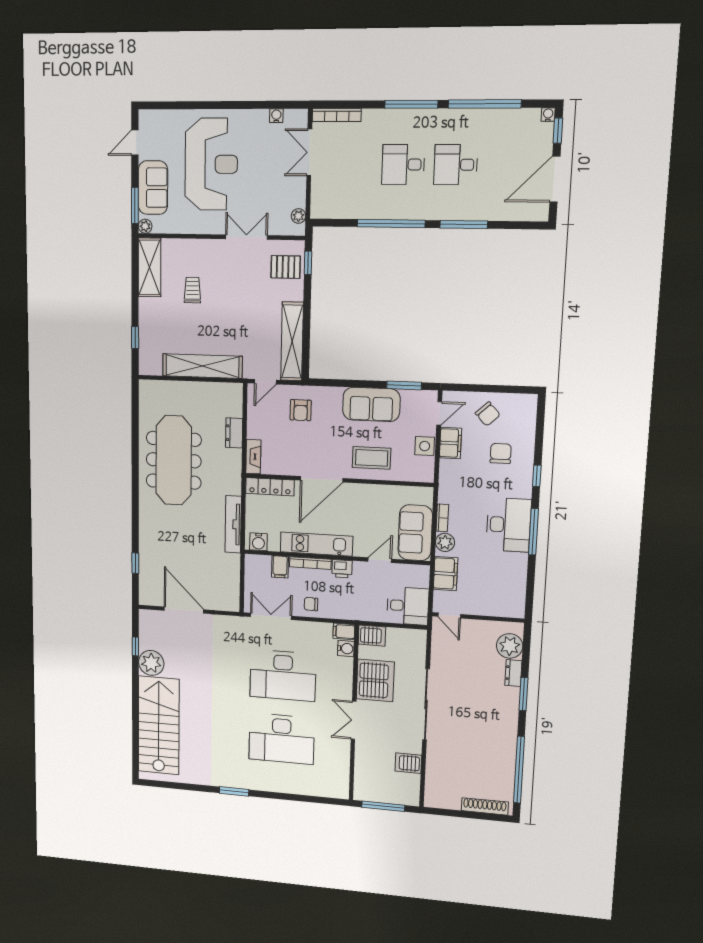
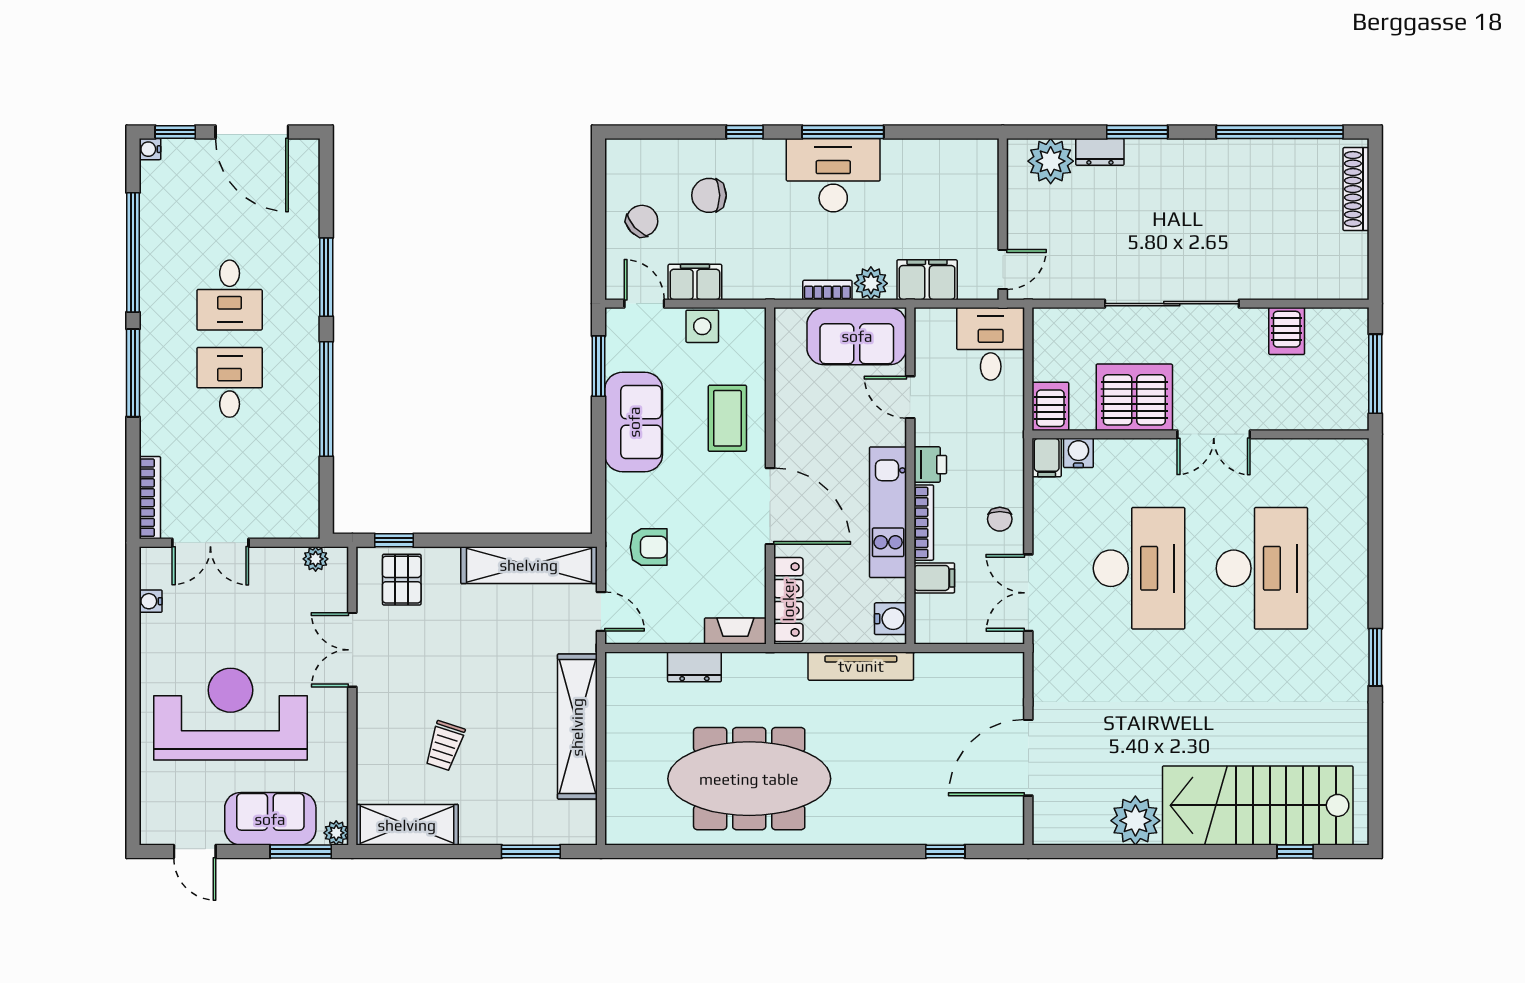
desk: (403, 164) -> (230, 382), turned 180
trolley: (192, 290) -> (445, 746), turned -72
window: (135, 338) -> (531, 851), width x1.50
window: (135, 646) -> (1295, 851), moved

